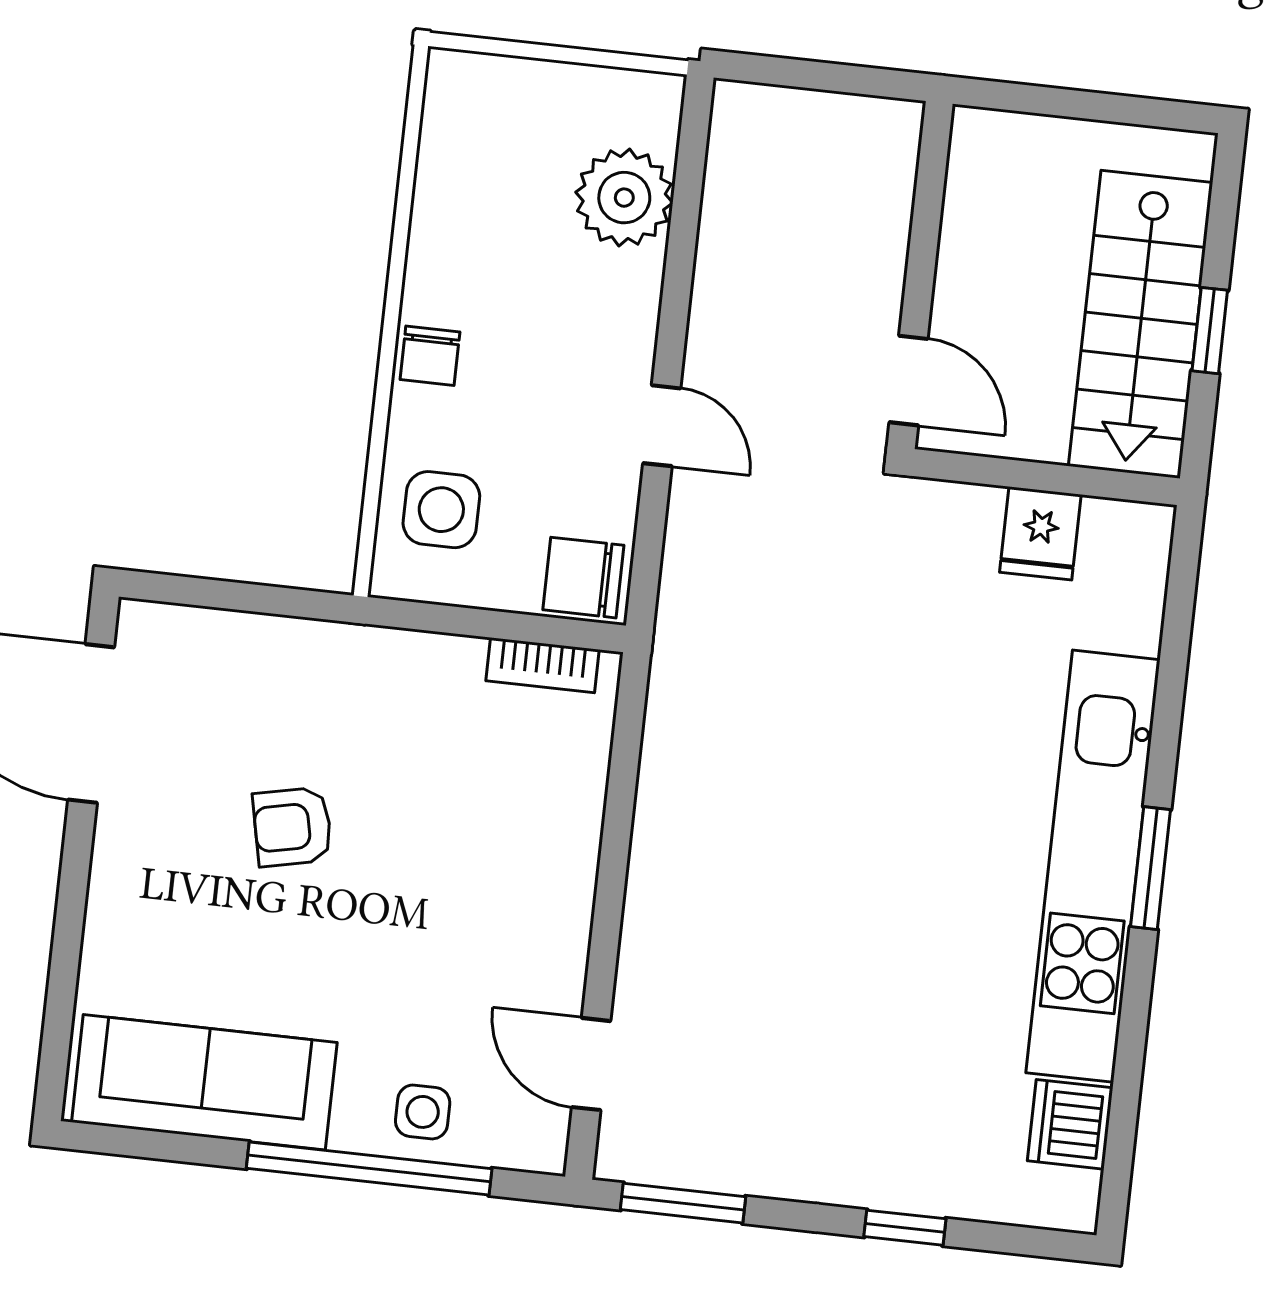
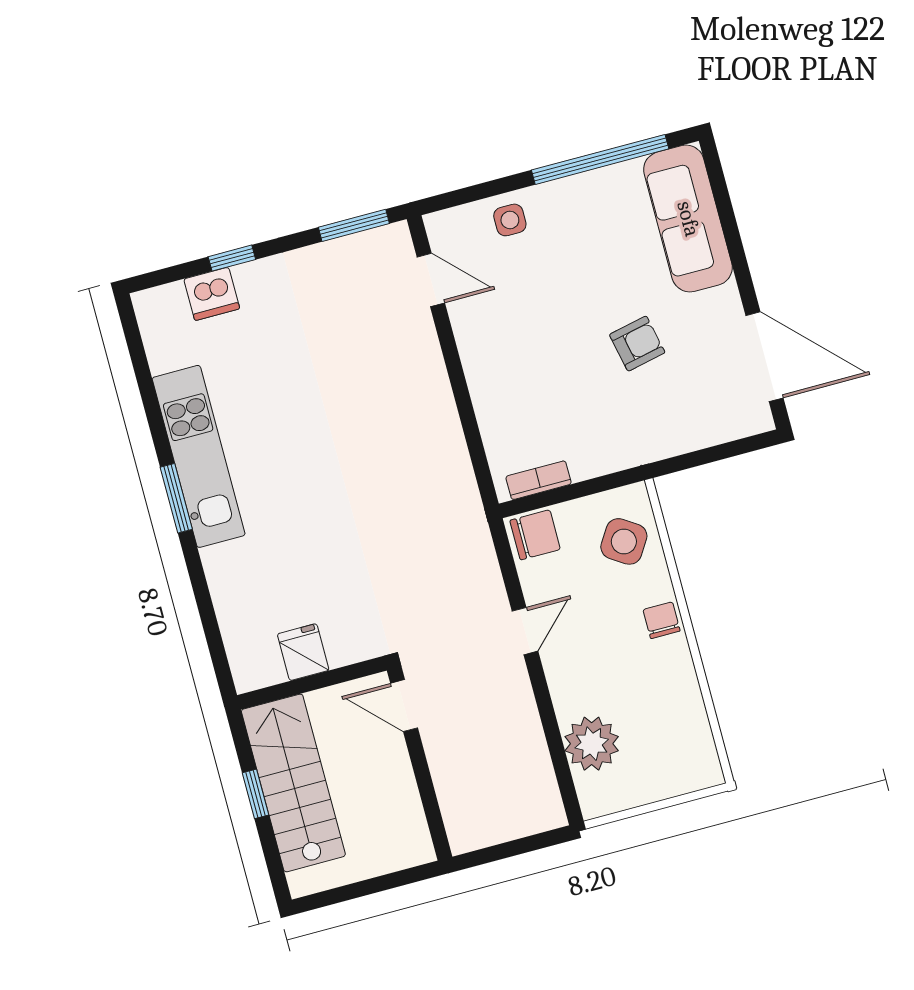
door: (662, 426) -> (525, 631), swing flipped
side table: (441, 510) -> (624, 541), turned 33
kitchen unit: (1093, 866) -> (199, 456), width x0.73
sofa: (204, 1082) -> (688, 219), moved, turned 90
dishwasher: (1070, 1124) -> (212, 294), moved, turned 90
window: (369, 1169) -> (600, 159), moved

